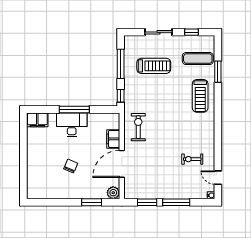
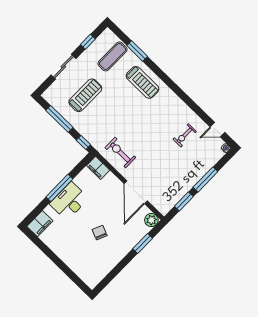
filing cabinet: (113, 139) -> (98, 168), moved

